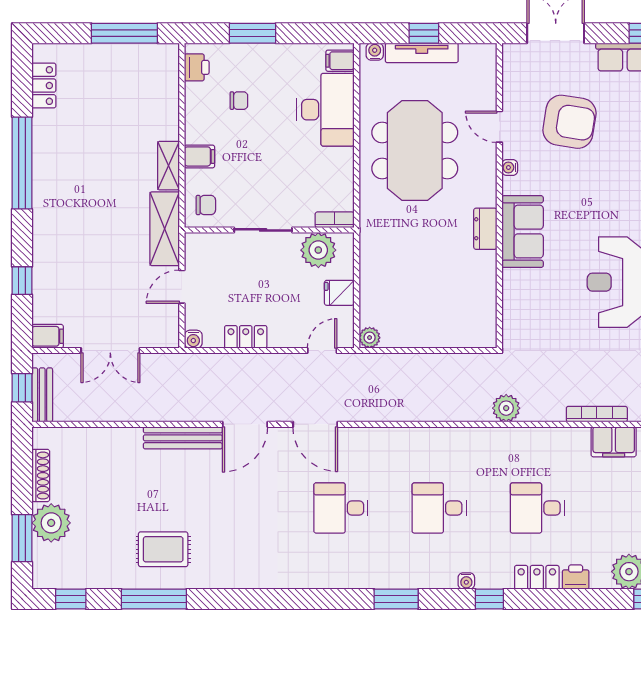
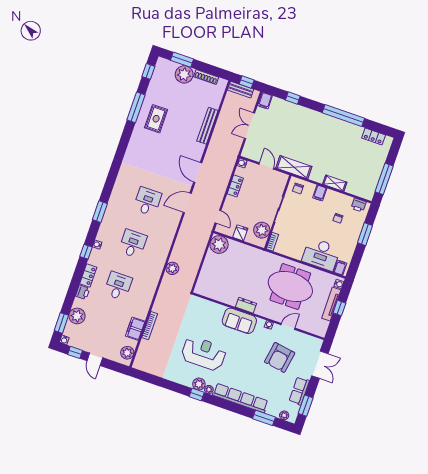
shelving: (169, 166) -> (335, 183), moved
plant: (370, 338) -> (219, 244), width x1.88, depth x1.88
plant: (506, 408) -> (172, 268), moved
bench: (183, 438) -> (207, 126), moved

